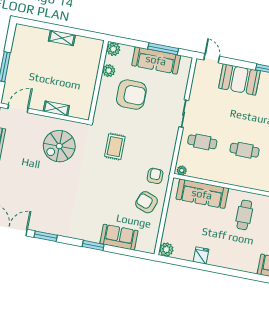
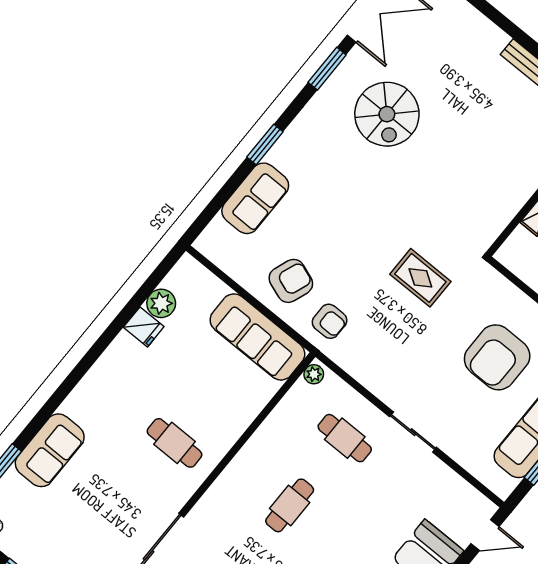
cafe table: (202, 142) -> (345, 438), turned 90
spiral stairs: (59, 146) -> (387, 114), moved, turned 180
sofa: (202, 194) -> (257, 337), moved, turned -90
plant: (166, 249) -> (161, 303), moved

